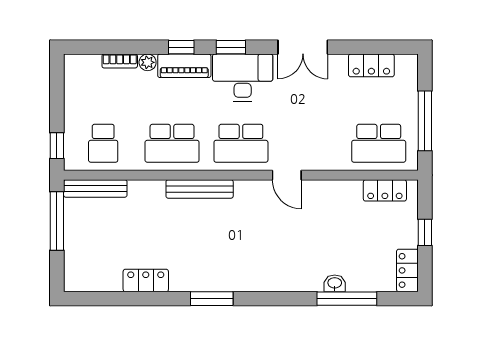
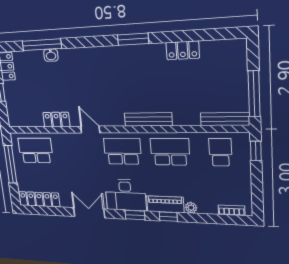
bookcase: (120, 61) -> (232, 210), moved
locker: (371, 65) -> (39, 199), width x1.53
locker: (385, 190) -> (56, 119), moved

